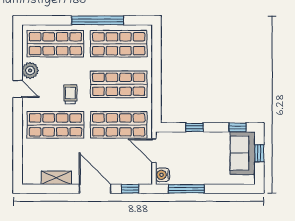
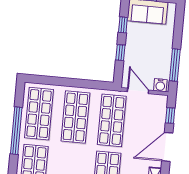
trolley: (70, 94) -> (80, 161), removed
window: (237, 127) -> (123, 25), moved
door: (154, 151) -> (138, 91), swing flipped

